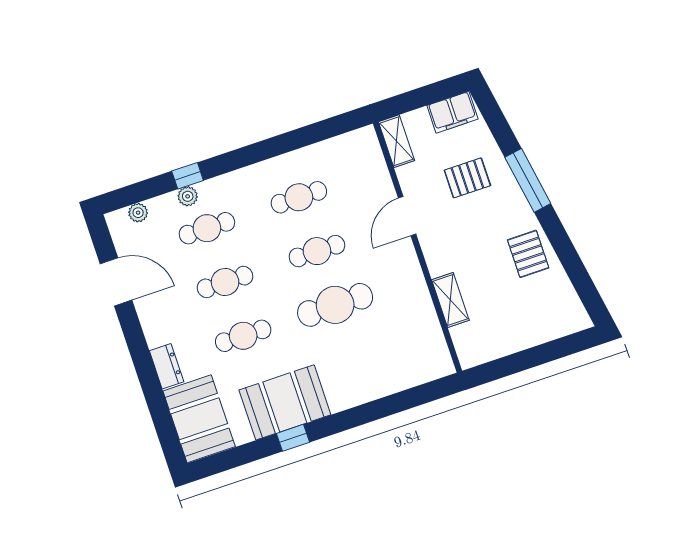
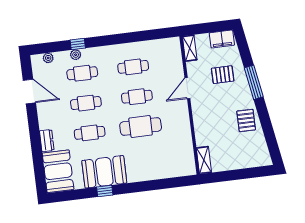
shelving: (450, 300) -> (204, 160), moved

